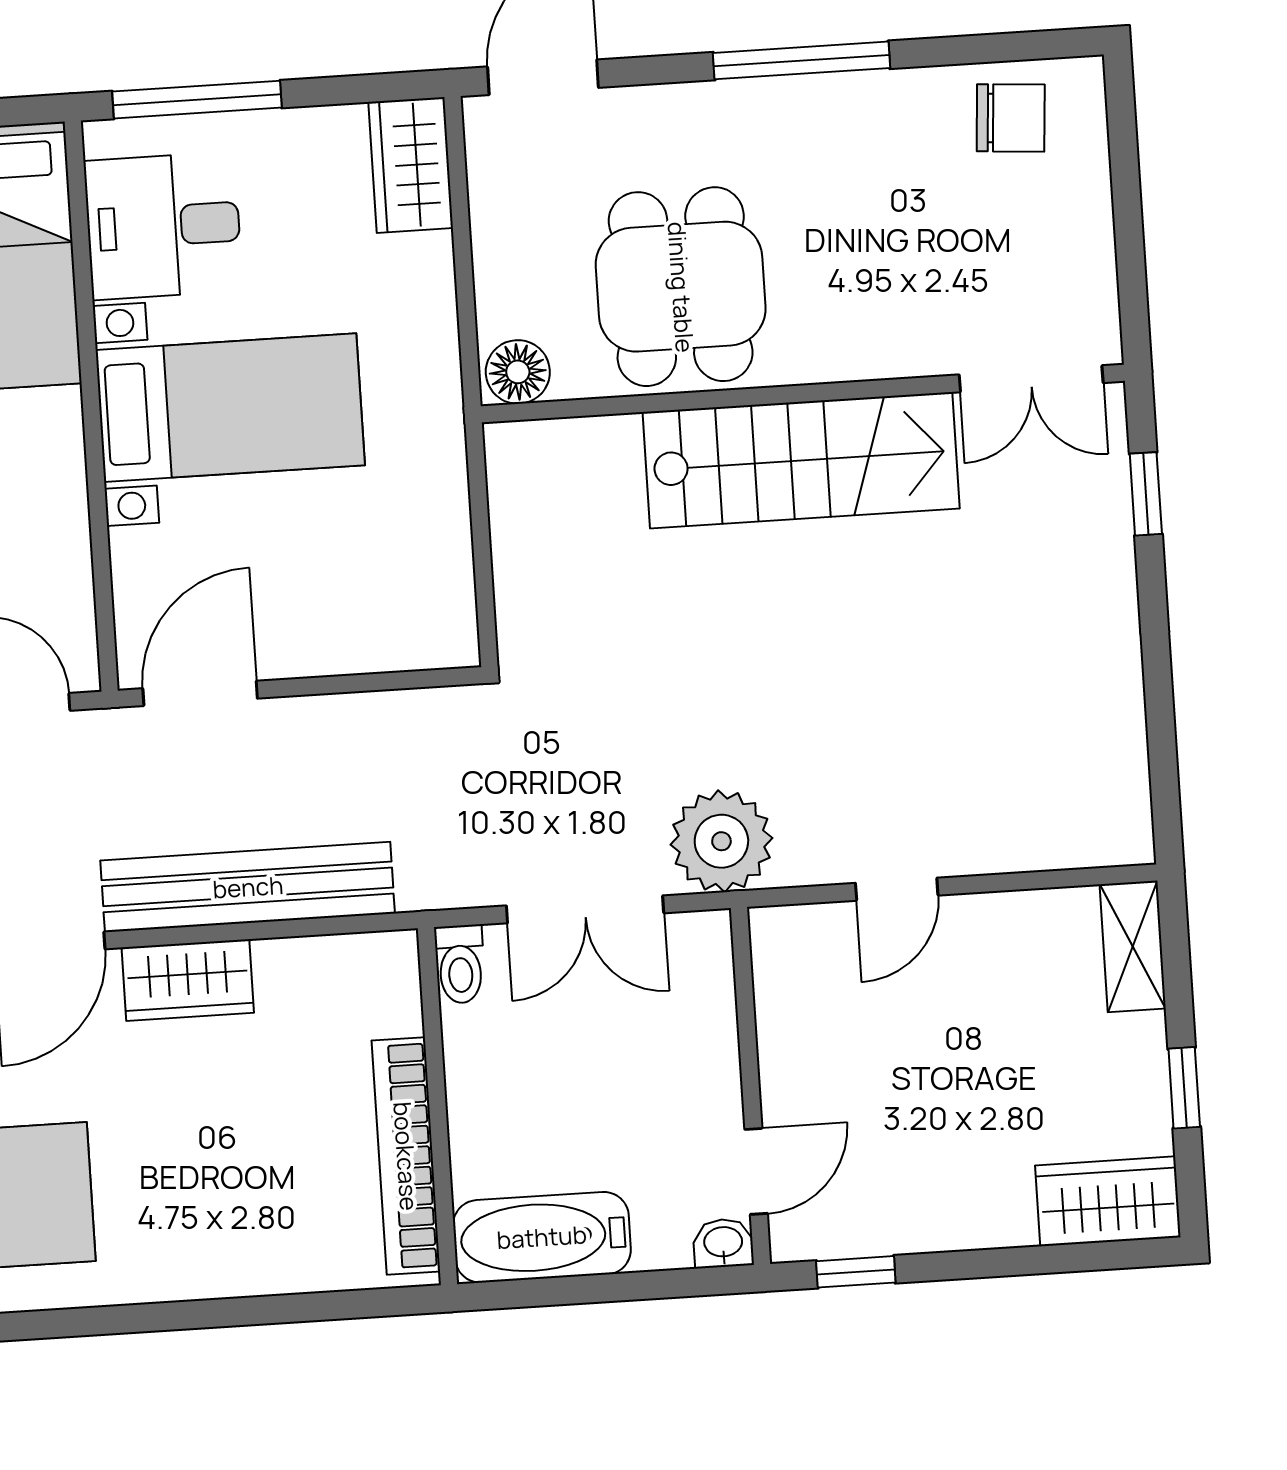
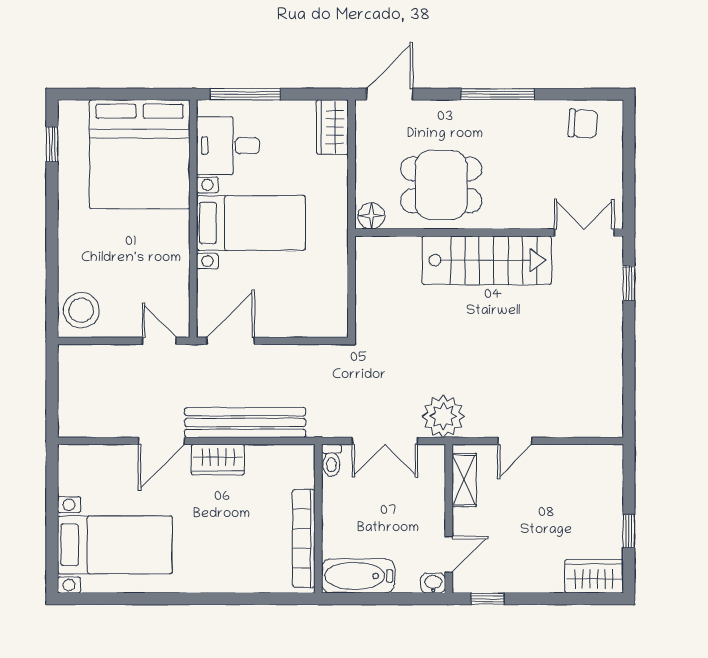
dining table: (681, 287) -> (441, 185), turned 90
double door: (1031, 379) -> (584, 233), swing flipped
shelving: (1133, 946) -> (464, 480), moved

